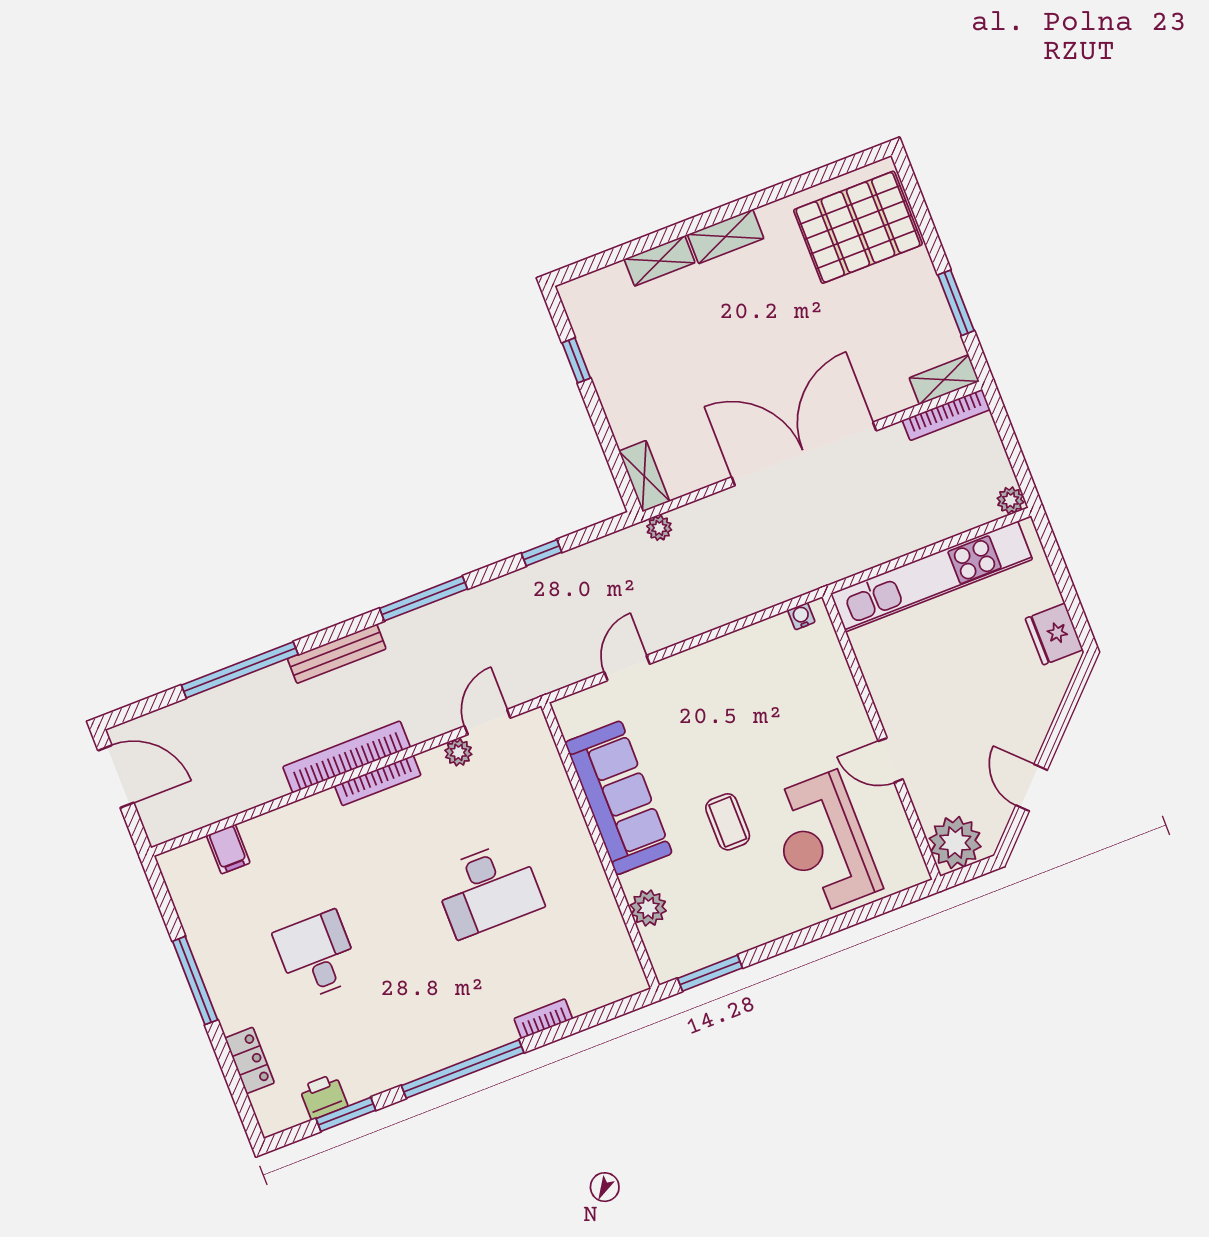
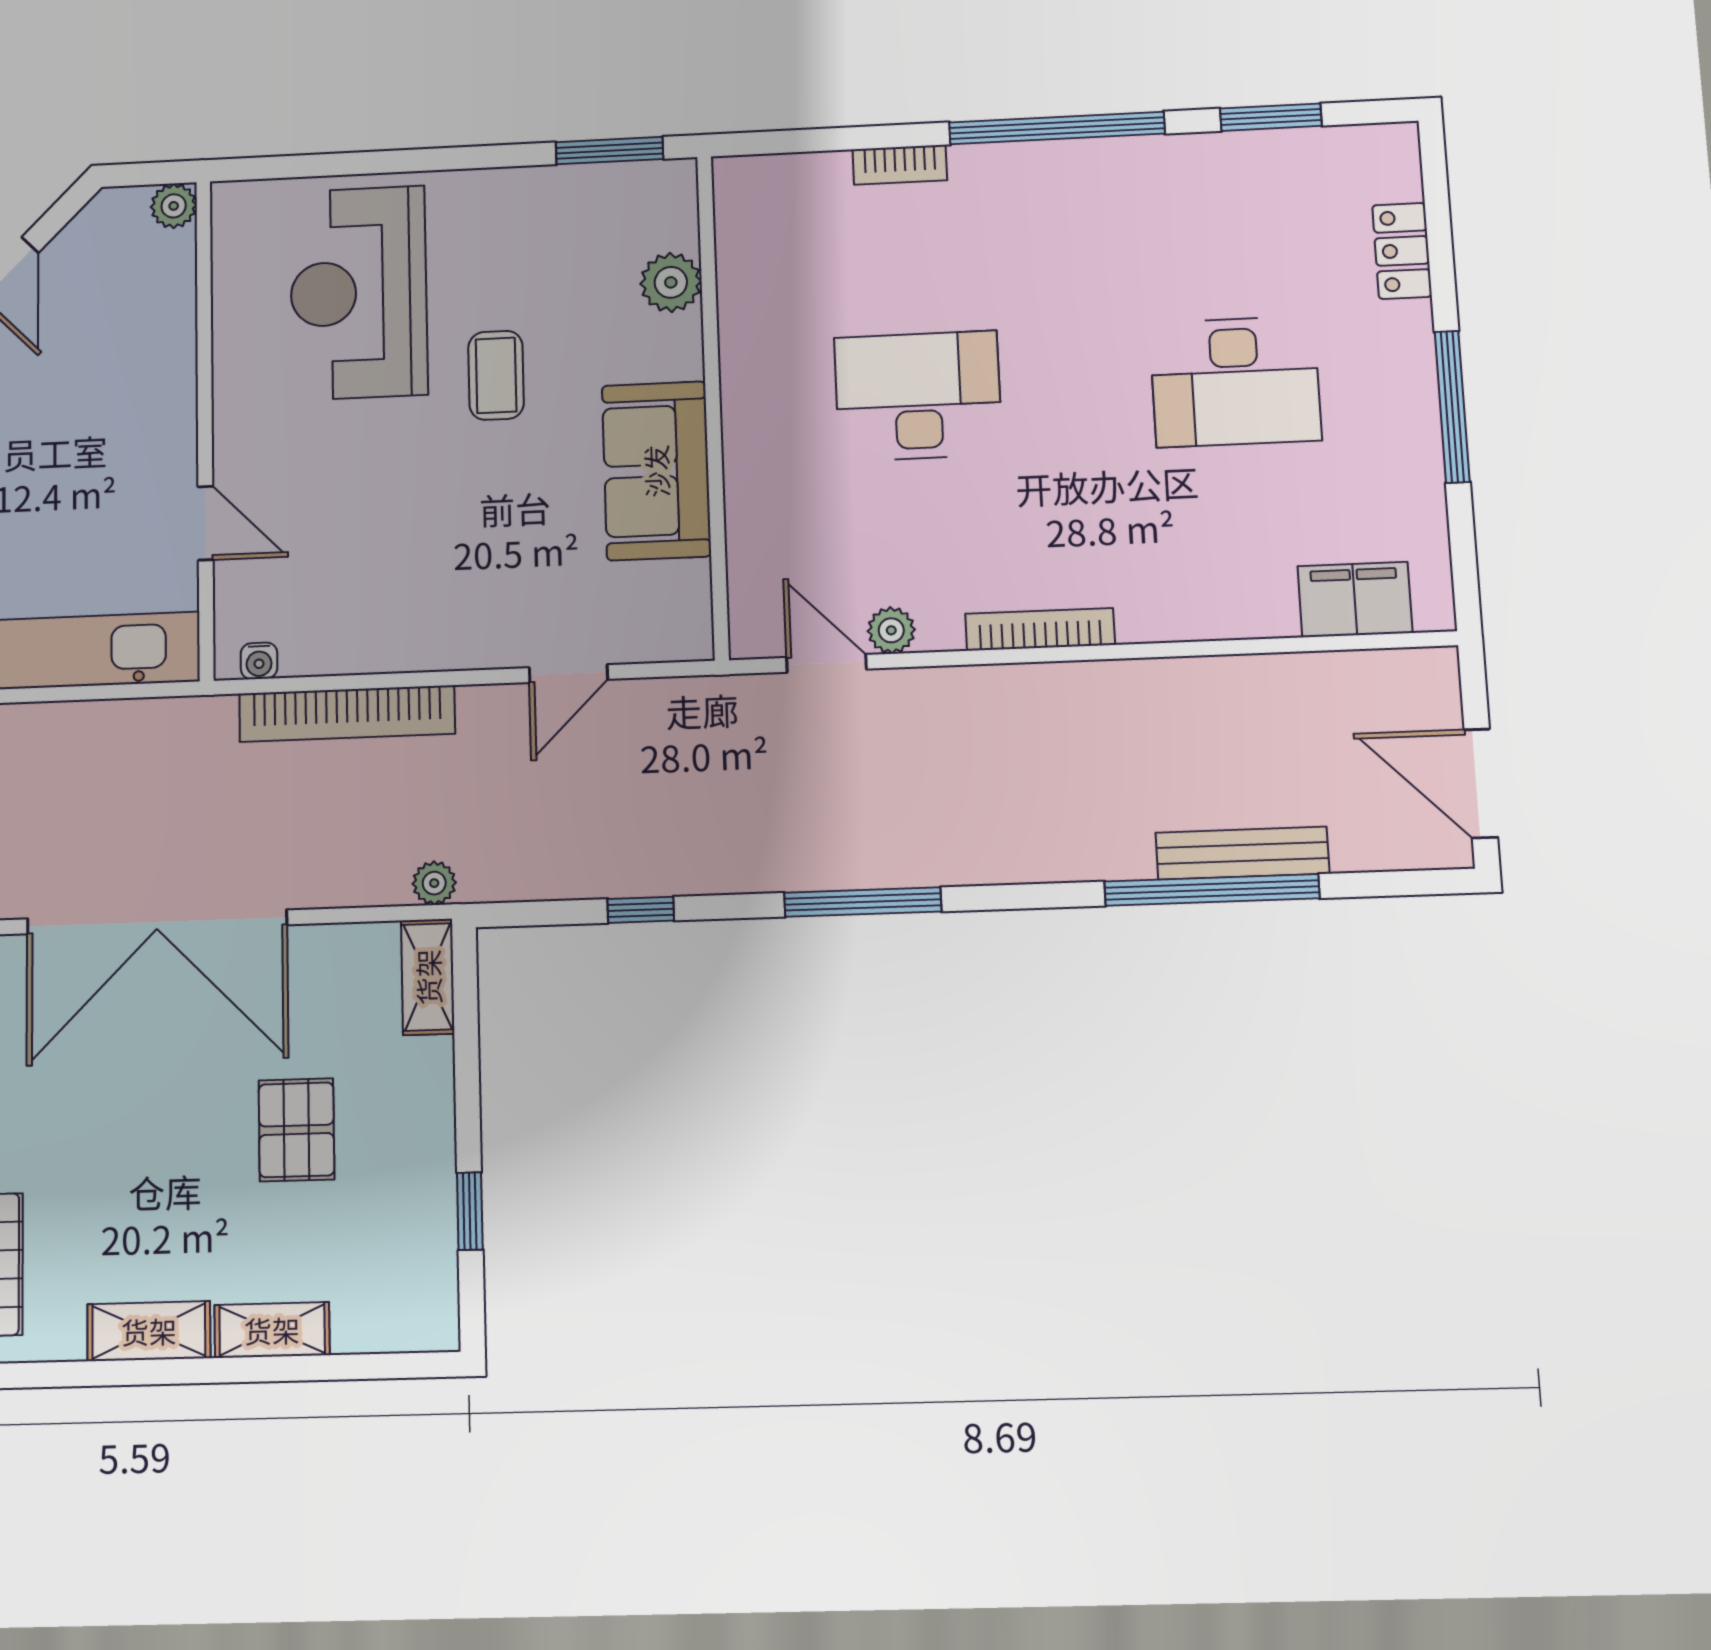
pallet: (685, 370) -> (296, 1130), added
bench: (337, 654) -> (1242, 853), moved
door: (487, 722) -> (826, 663), swing flipped
bookcase: (347, 757) -> (347, 714), moved
door: (891, 760) -> (206, 523), moved
sofa: (619, 798) -> (656, 471), width x0.73
reception desk: (823, 843) -> (359, 293), turned 180
plant: (955, 843) -> (174, 206), width x0.53, depth x0.53
filing cabinet: (228, 849) -> (1355, 599), width x2.00
desk: (317, 955) -> (1235, 382), width x1.37
printer: (323, 1097) -> (1298, 156), removed

